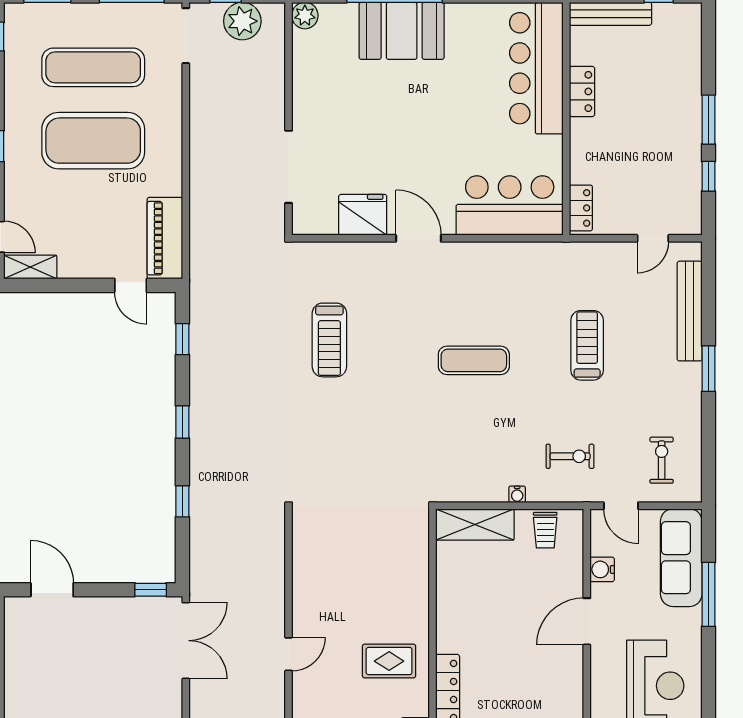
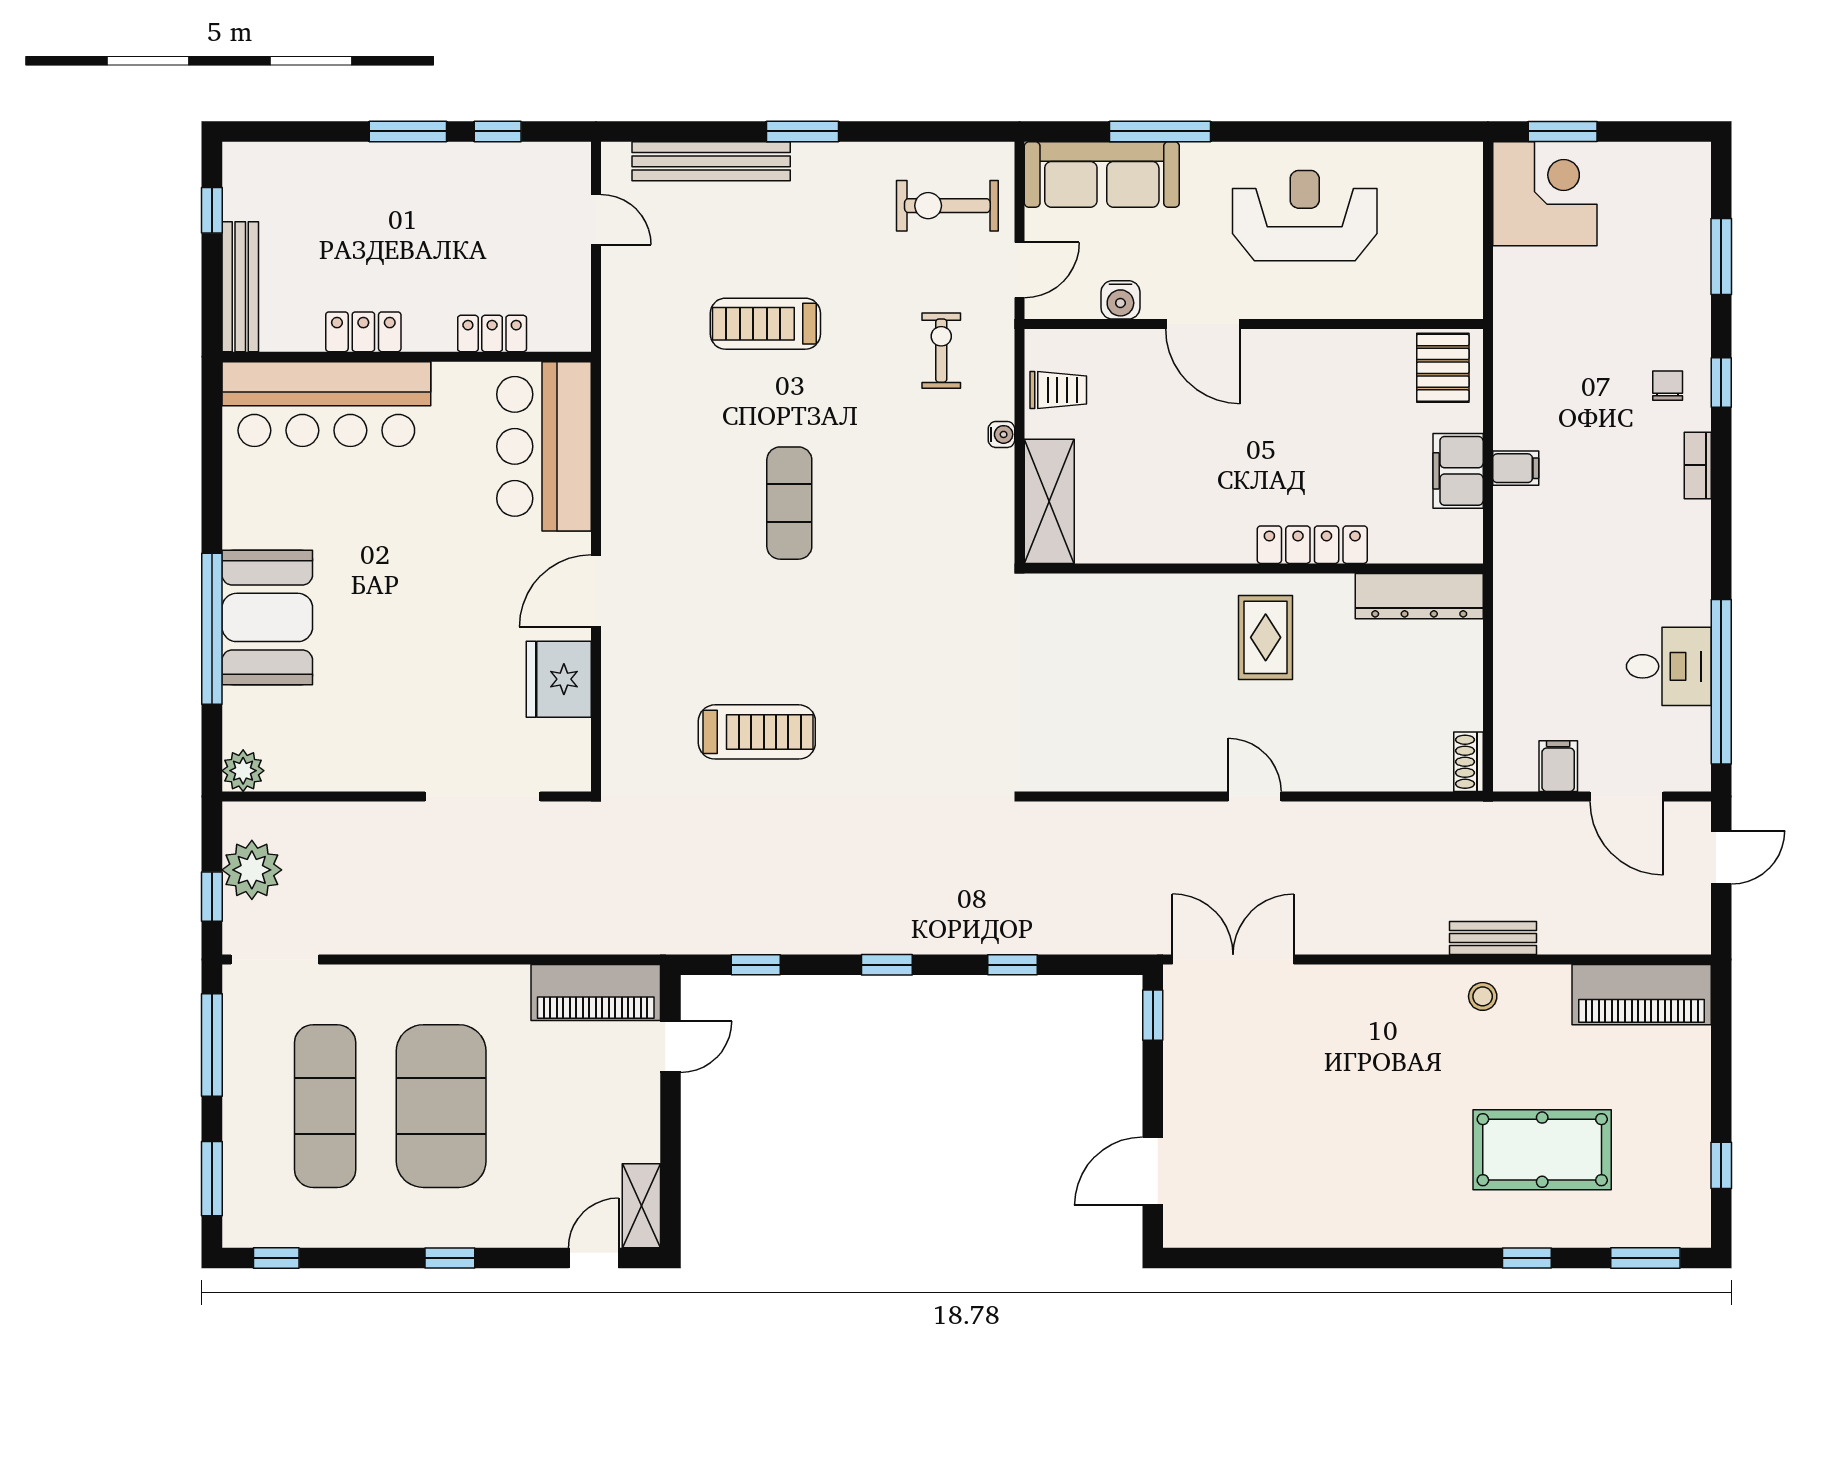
locker: (581, 208) -> (492, 334), moved
exercise bike: (662, 460) -> (947, 206), width x1.38, depth x1.39

